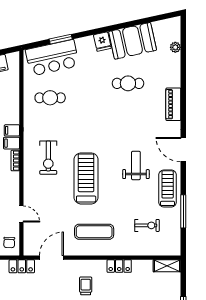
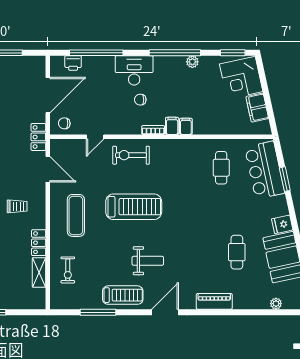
exercise bike: (48, 158) -> (131, 155), moved
exercise bike: (147, 225) -> (68, 270), moved
shelving: (167, 266) -> (39, 272), moved

